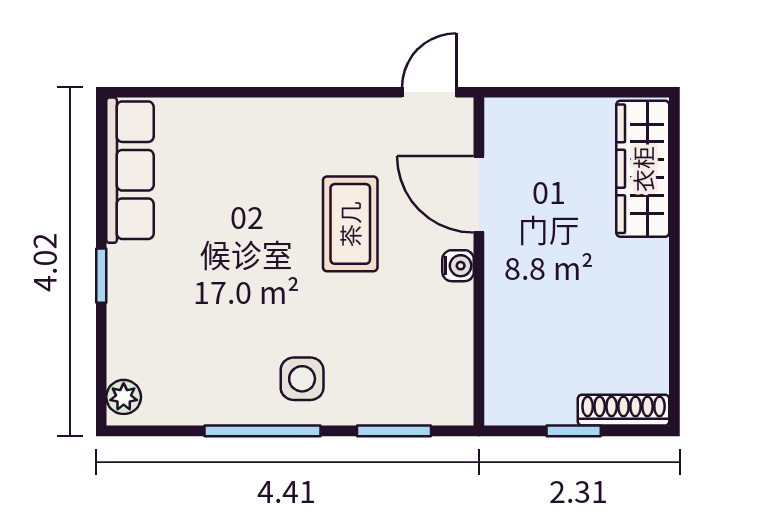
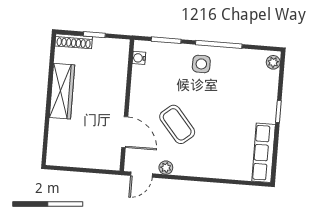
plant: (370, 114) -> (166, 168), added
wardrobe: (643, 169) -> (62, 91), moved
coffee table: (350, 224) -> (177, 124), turned -40
water cooler: (458, 266) -> (139, 58), moved

